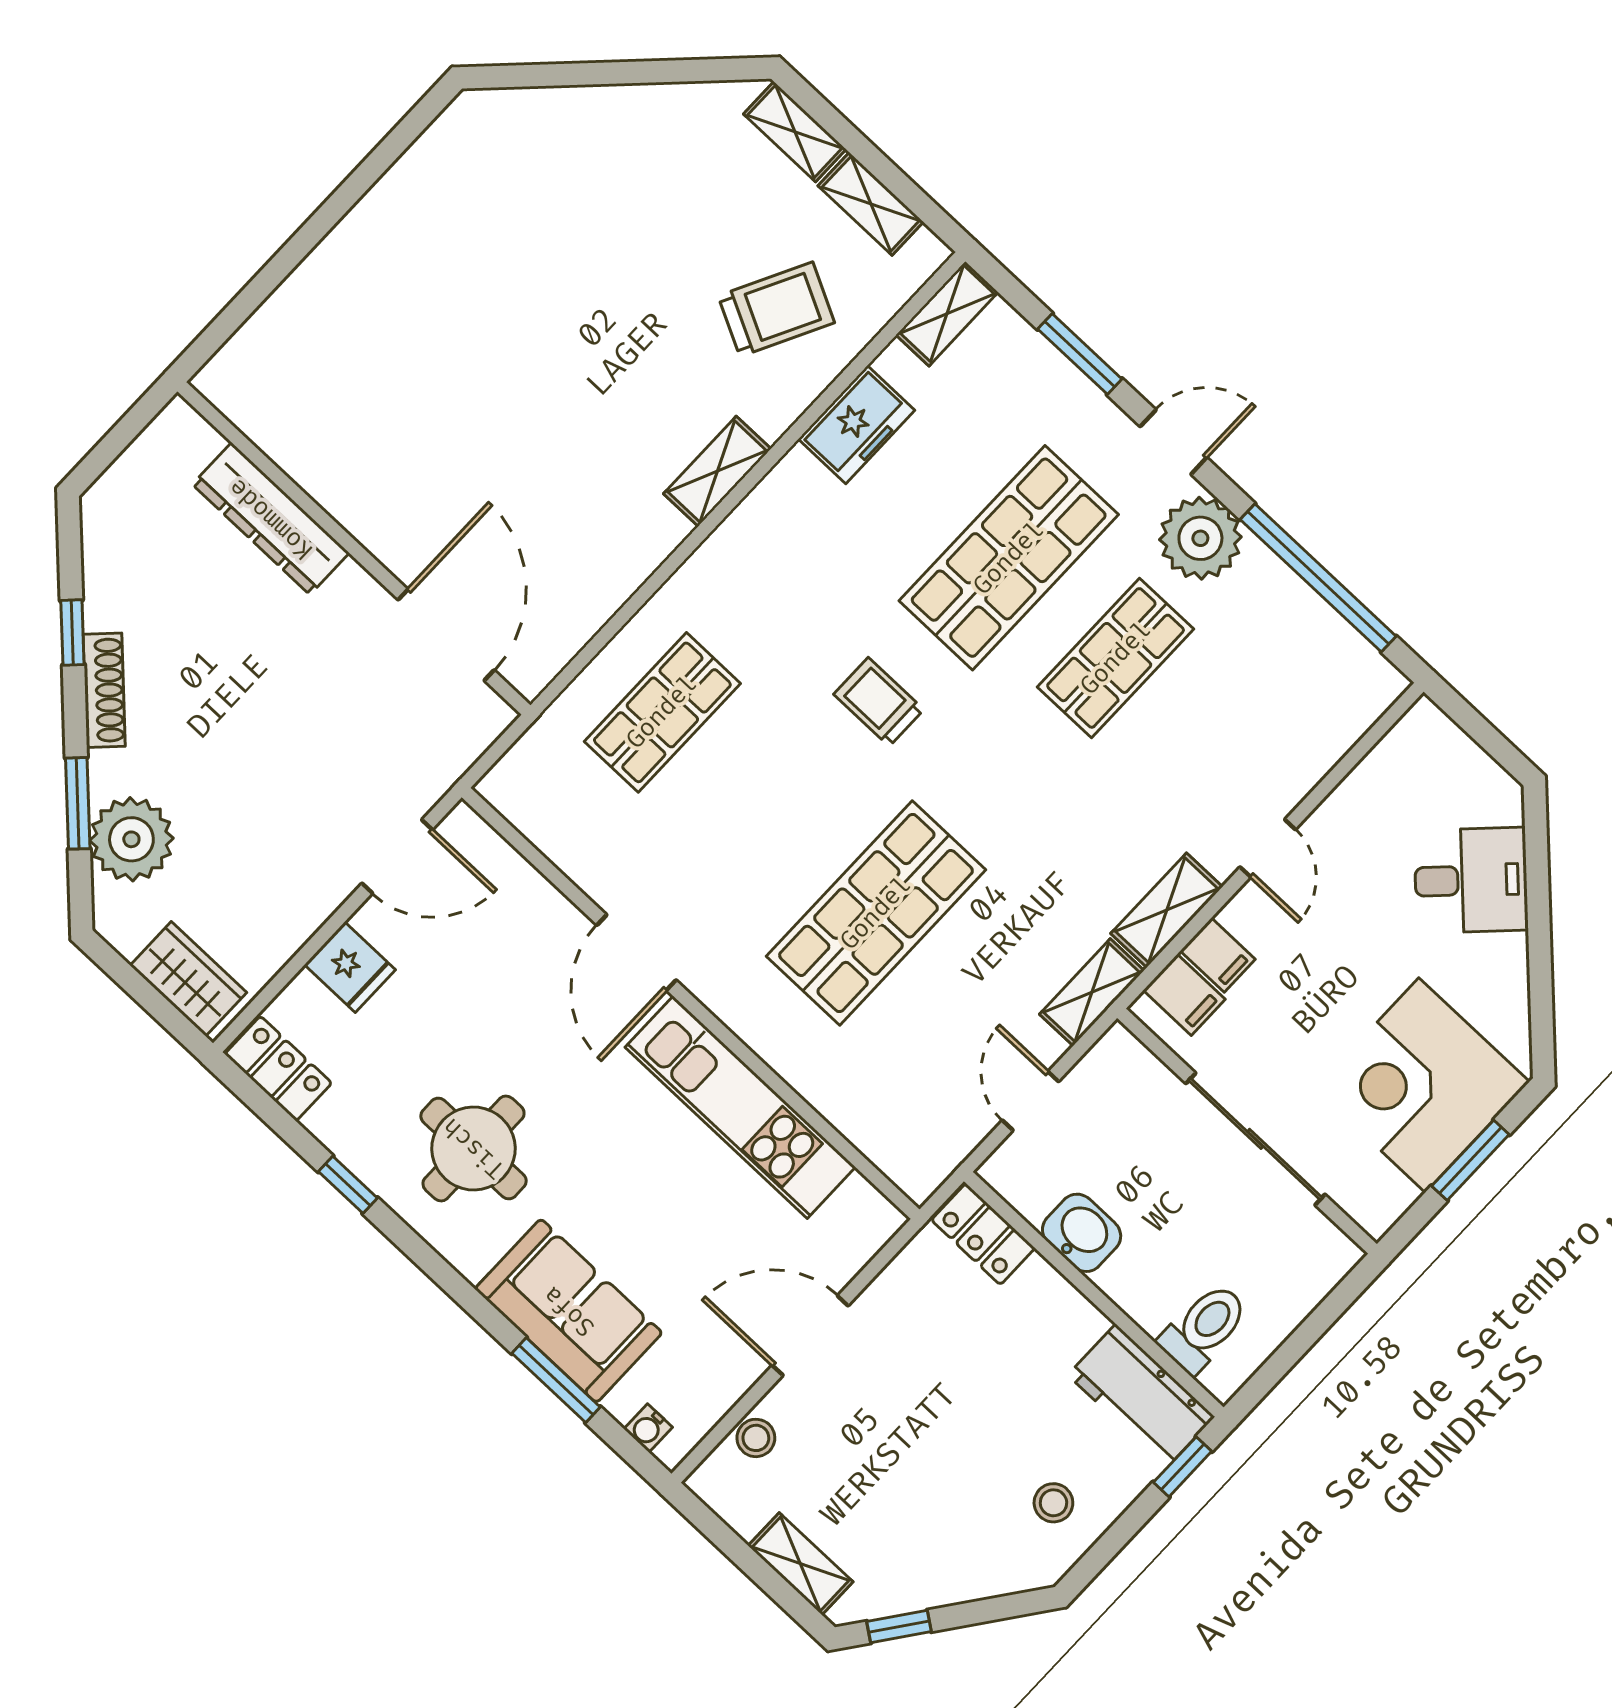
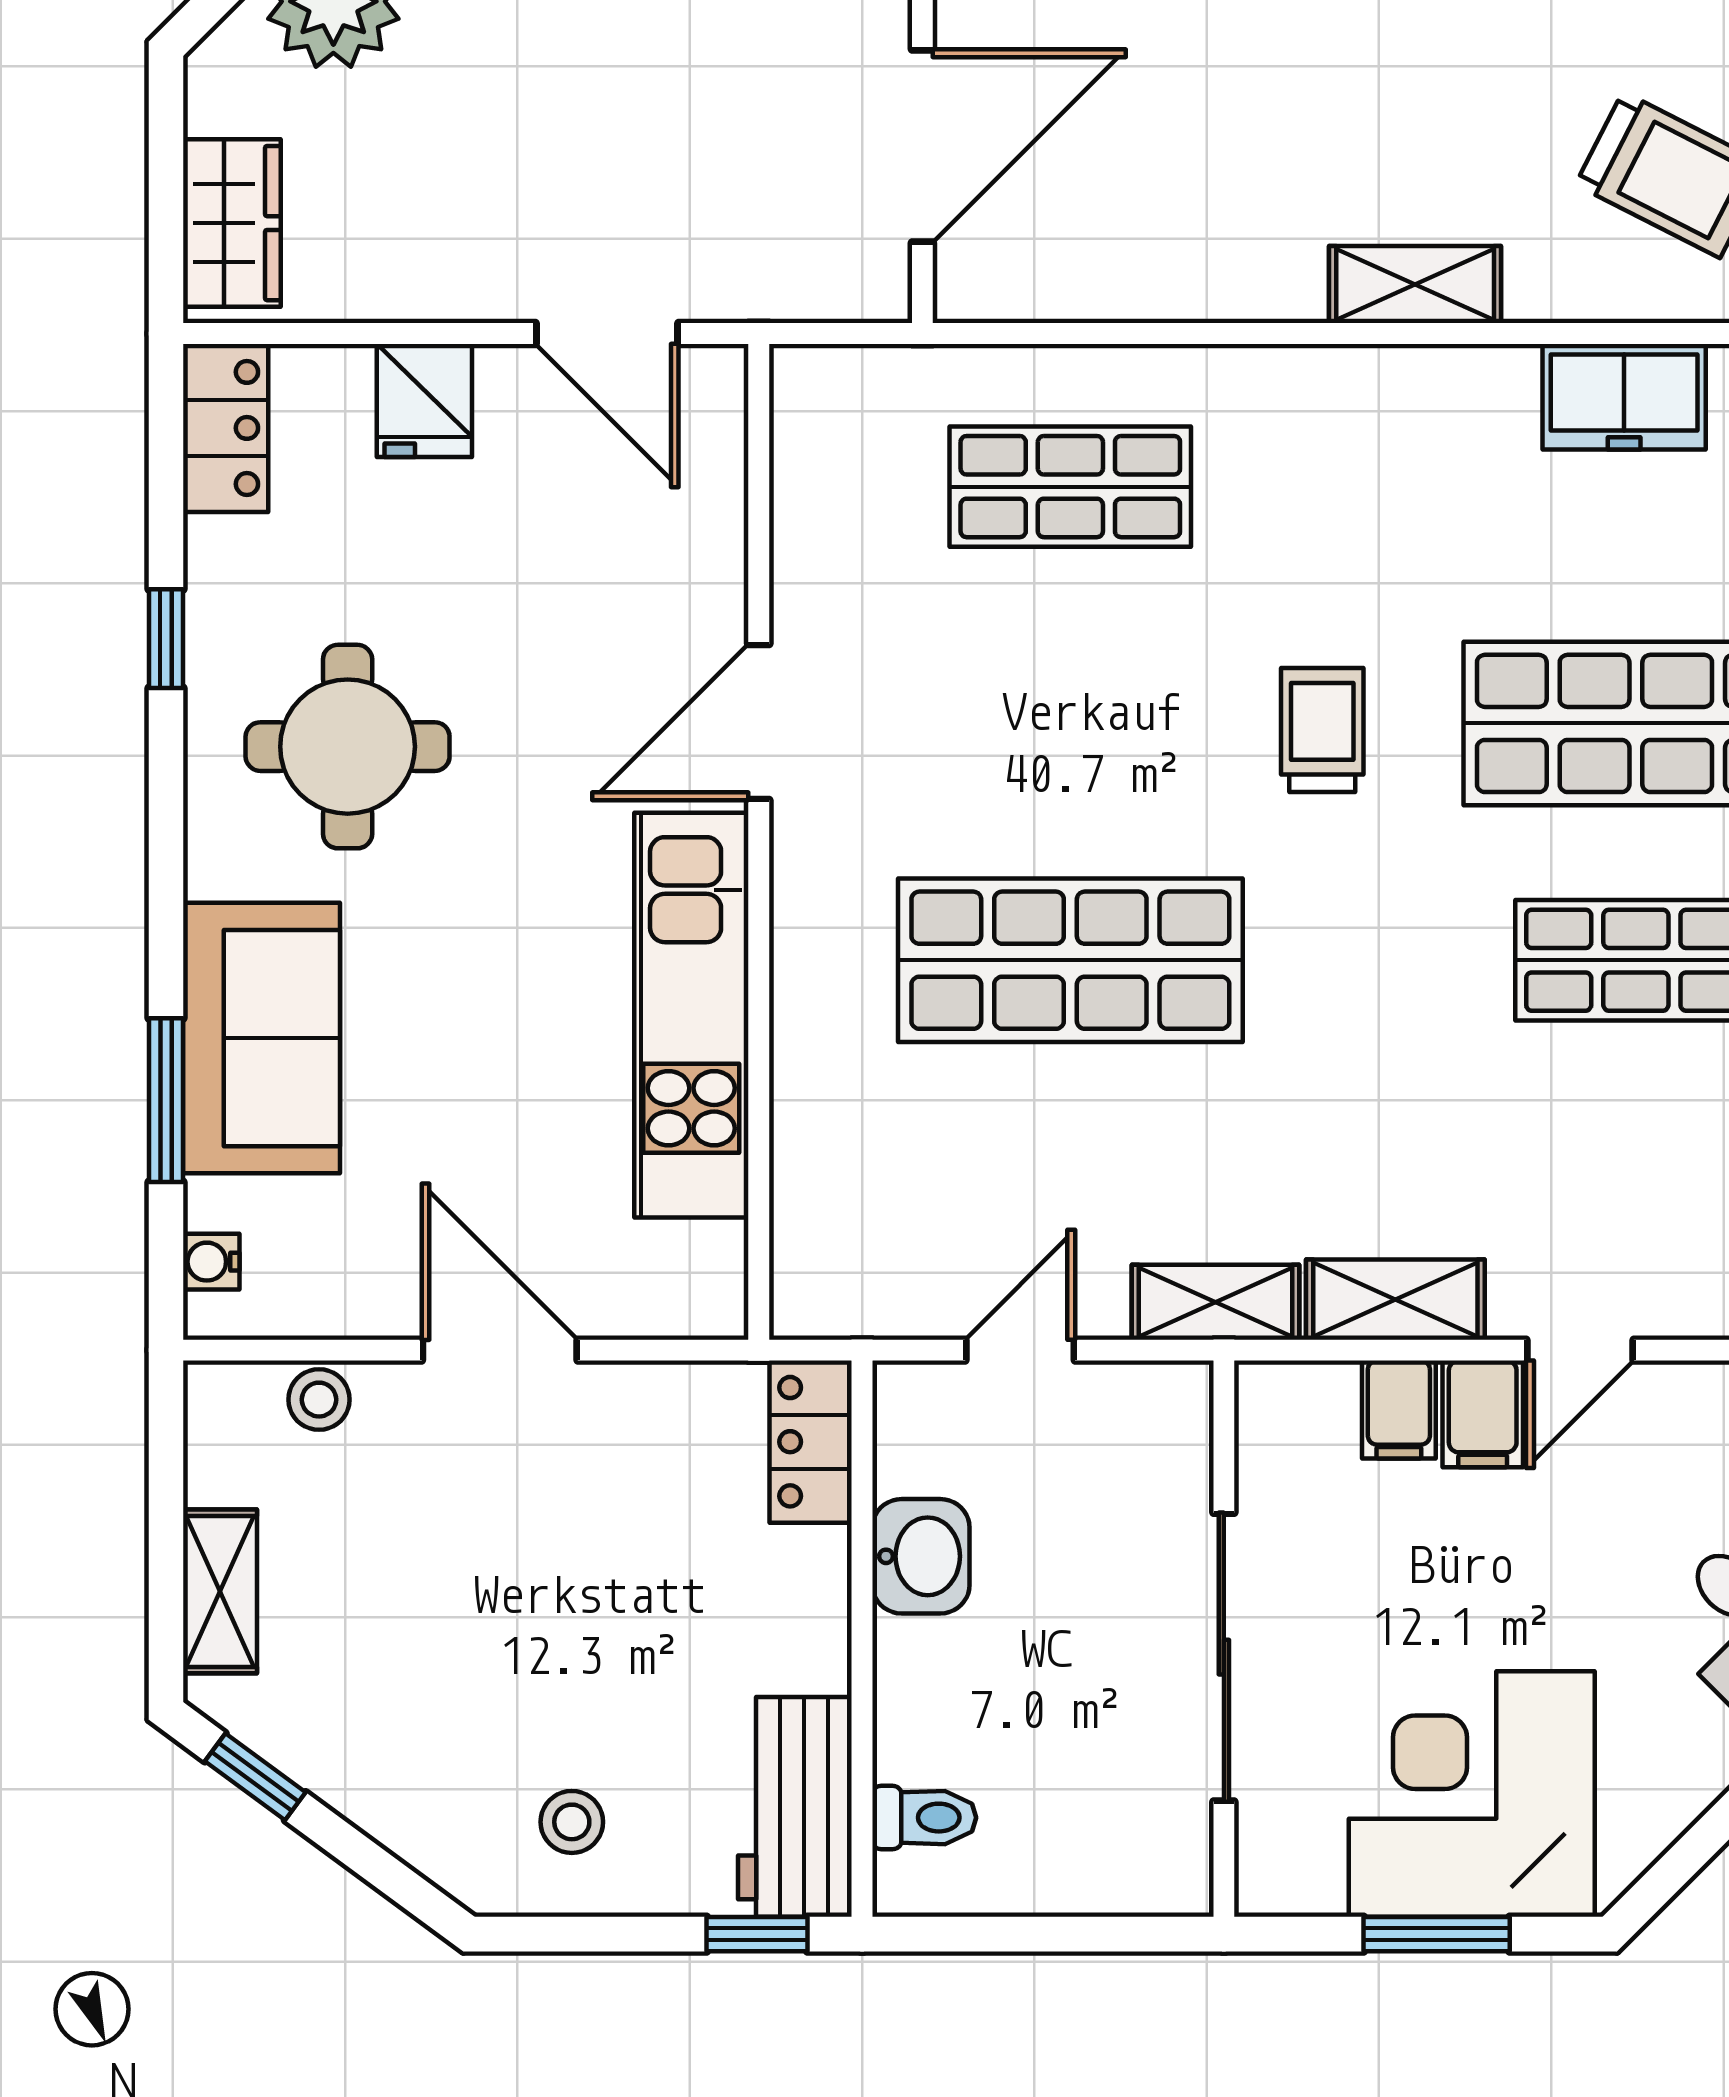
filing cabinet: (1184, 995) -> (1483, 1414), moved
toilet: (1204, 1328) -> (924, 1818), width x0.73, depth x0.72

